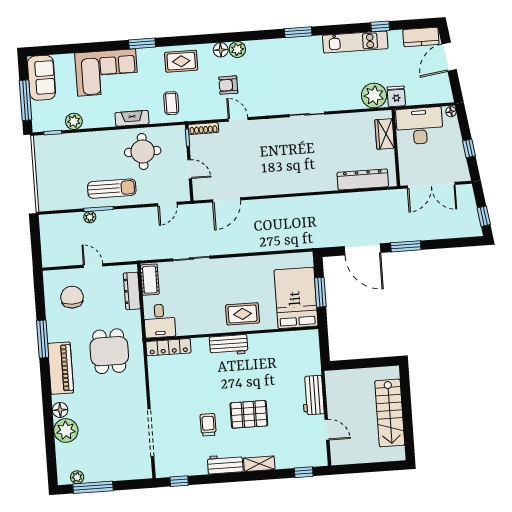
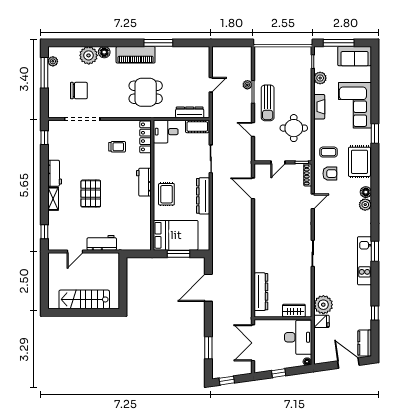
kitchen unit: (355, 42) -> (365, 261), moved
rug: (181, 61) -> (359, 162), width x1.36, depth x1.43
armchair: (228, 85) -> (330, 174), moved, turned 90
fireplace: (132, 118) -> (319, 107), moved
door: (167, 204) -> (253, 129), moved
window: (406, 246) -> (208, 348), moved
dresser: (241, 265) -> (203, 196), added
chair: (72, 297) -> (79, 91), moved
trolley: (208, 425) -> (117, 147), moved

